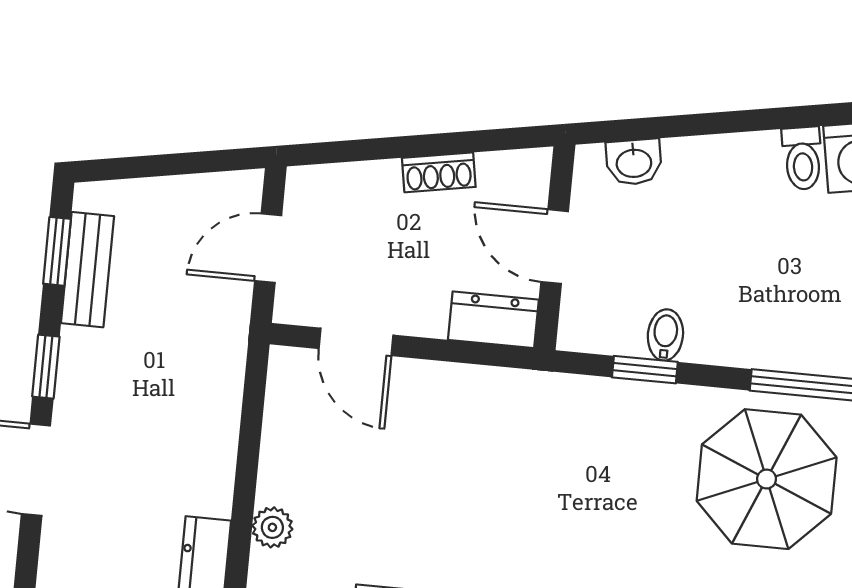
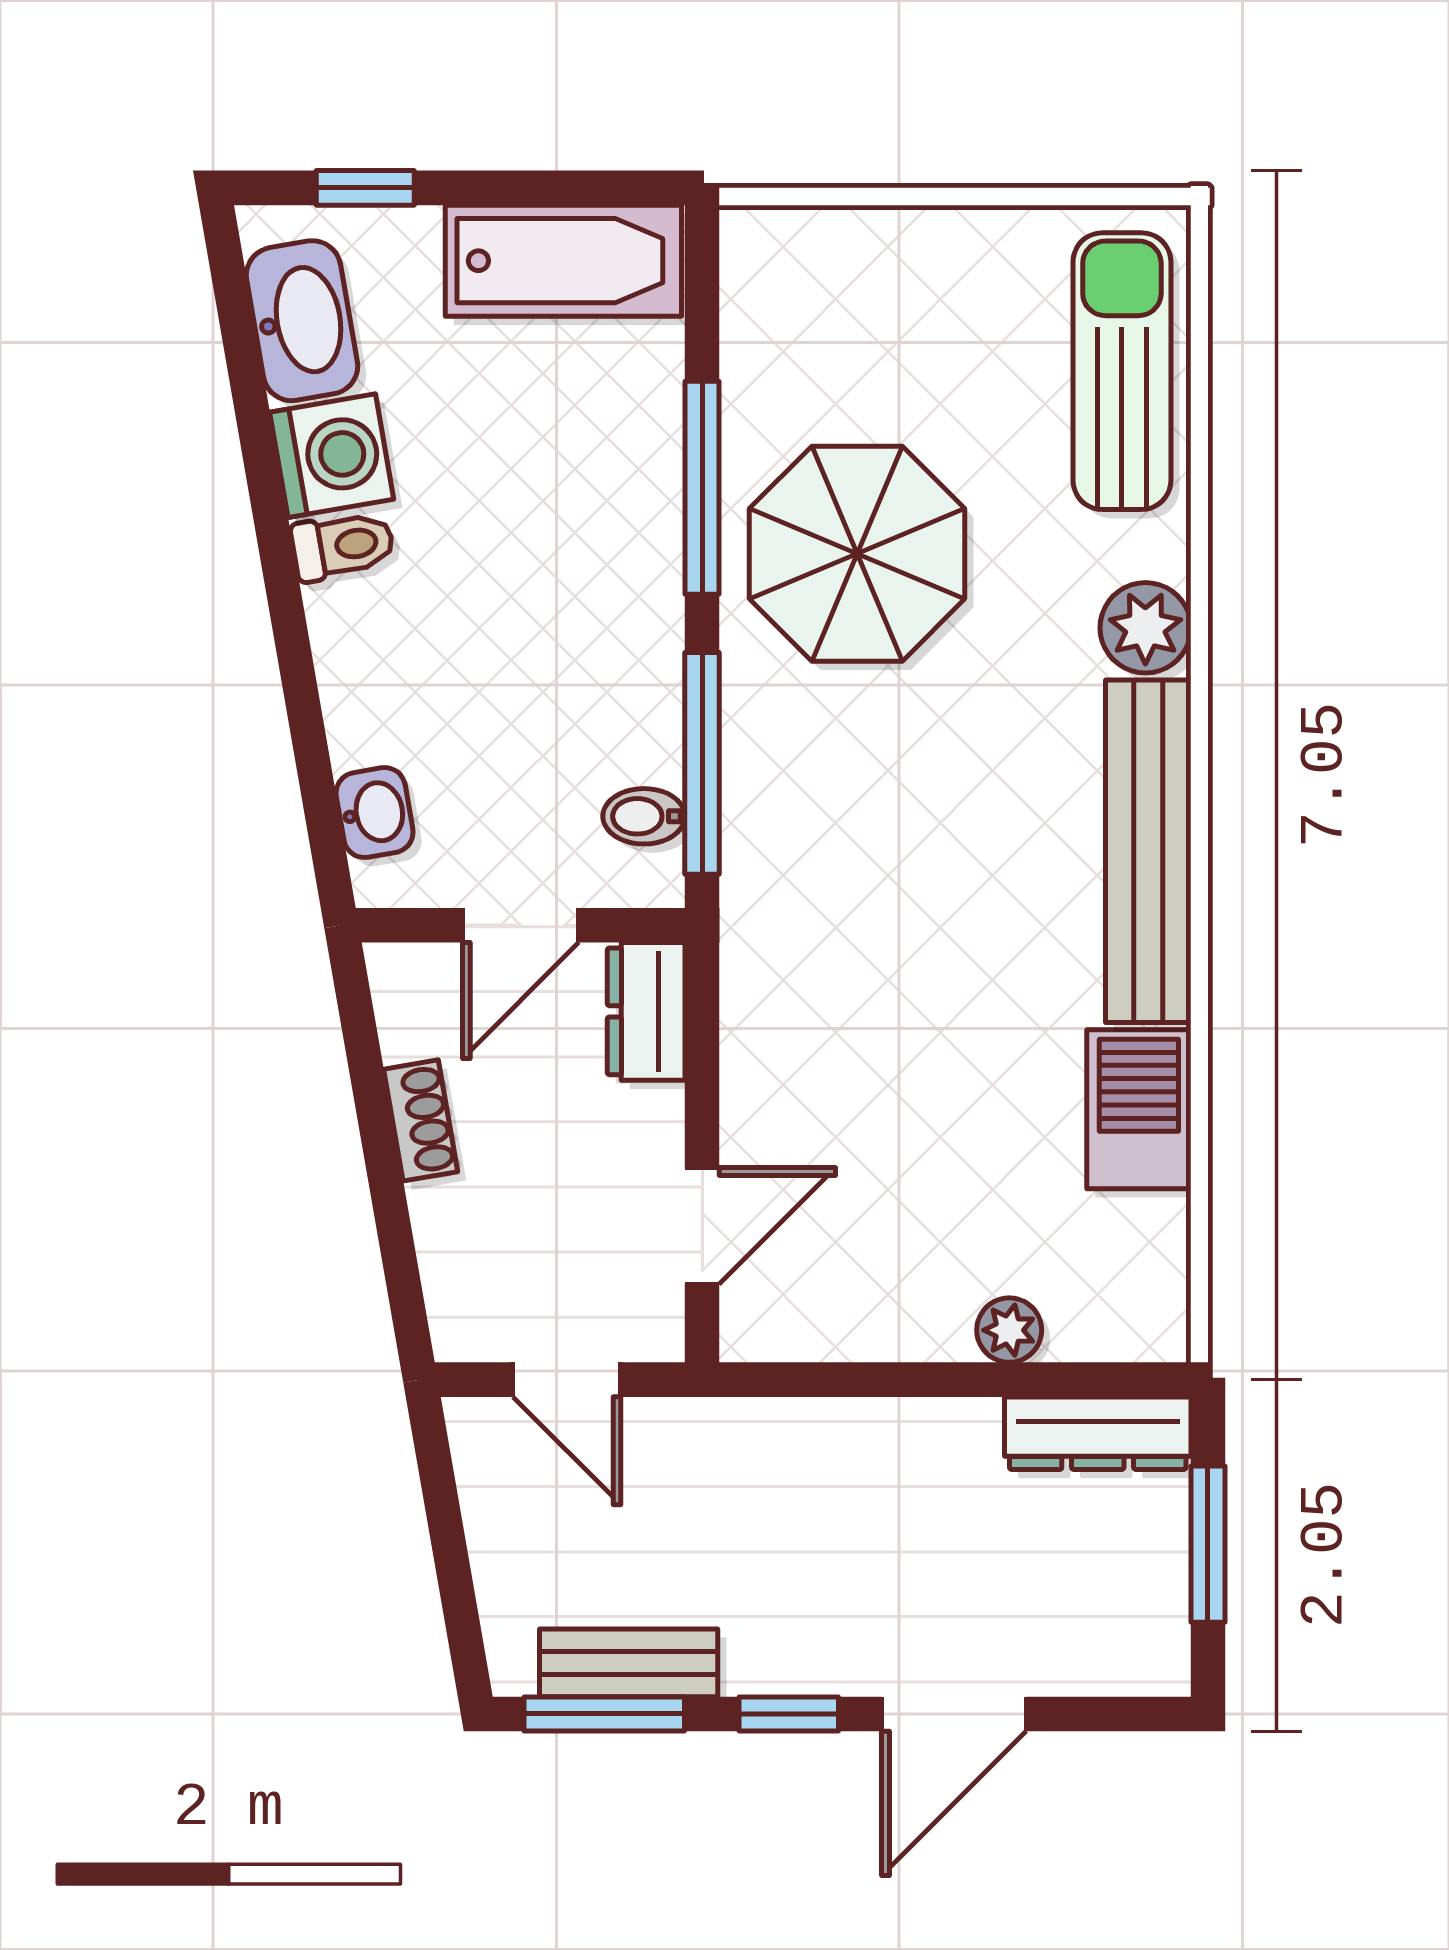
window: (57, 251) -> (604, 1714), width x1.50
bidet: (665, 335) -> (644, 816), moved
window: (645, 370) -> (702, 763), width x2.17

